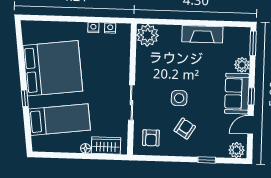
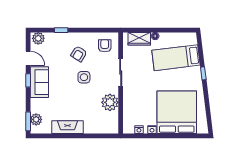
plant: (148, 35) -> (110, 102), moved
plant: (242, 65) -> (36, 119), moved
bed: (53, 68) -> (177, 112), moved, turned 97
door: (250, 125) -> (28, 58), hinge flipped

